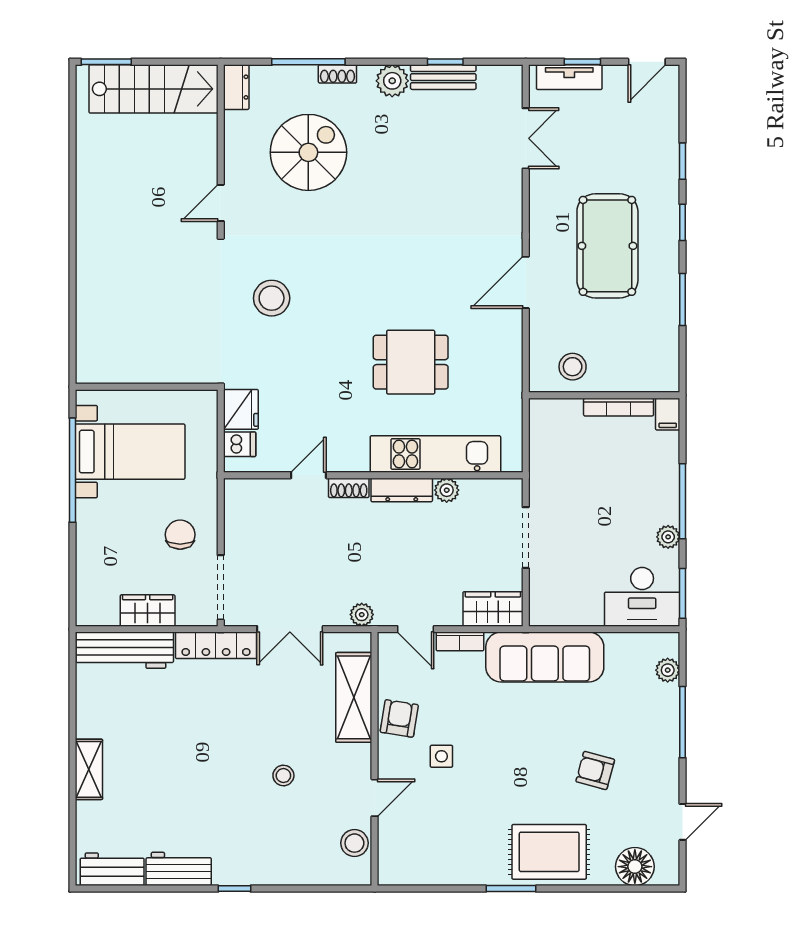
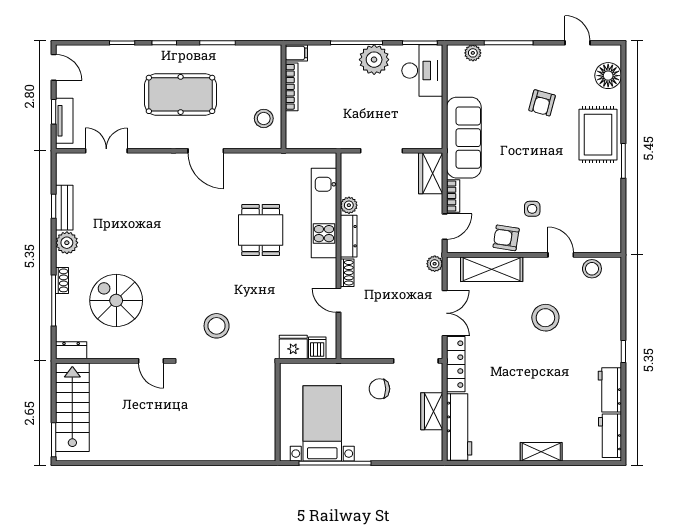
plant: (668, 537) -> (374, 60), width x1.88, depth x1.88
stool: (283, 775) -> (545, 318), width x1.89, depth x1.89

